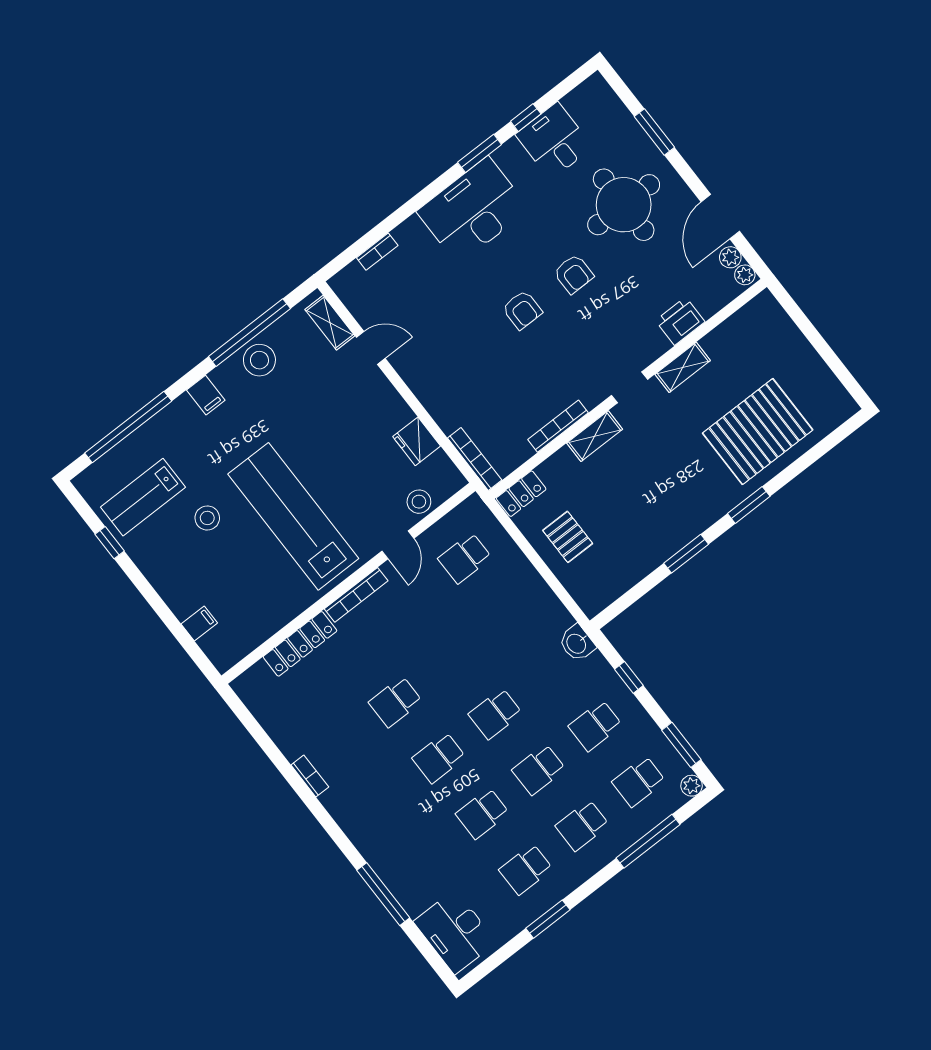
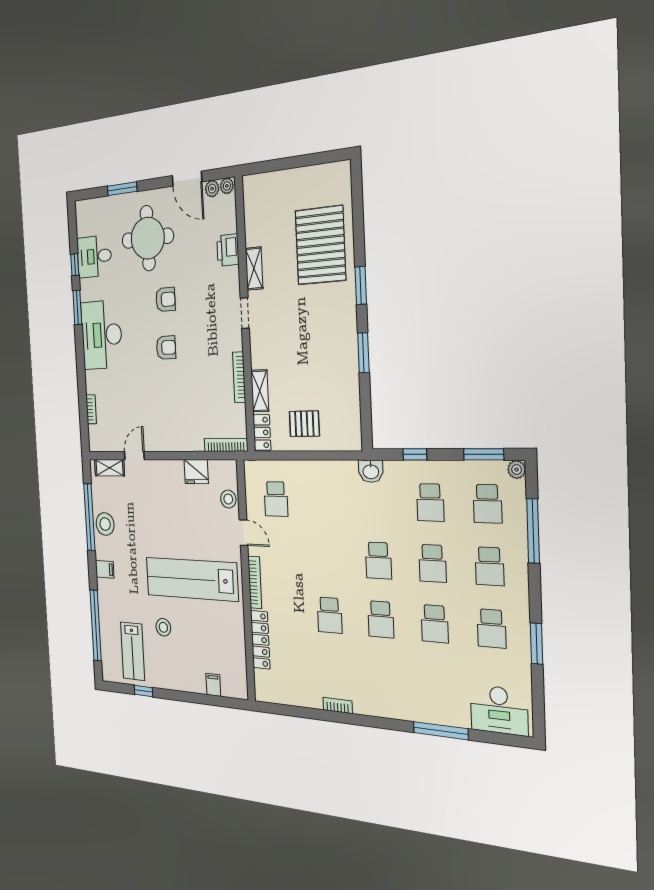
shelving: (595, 436) -> (260, 391), moved

